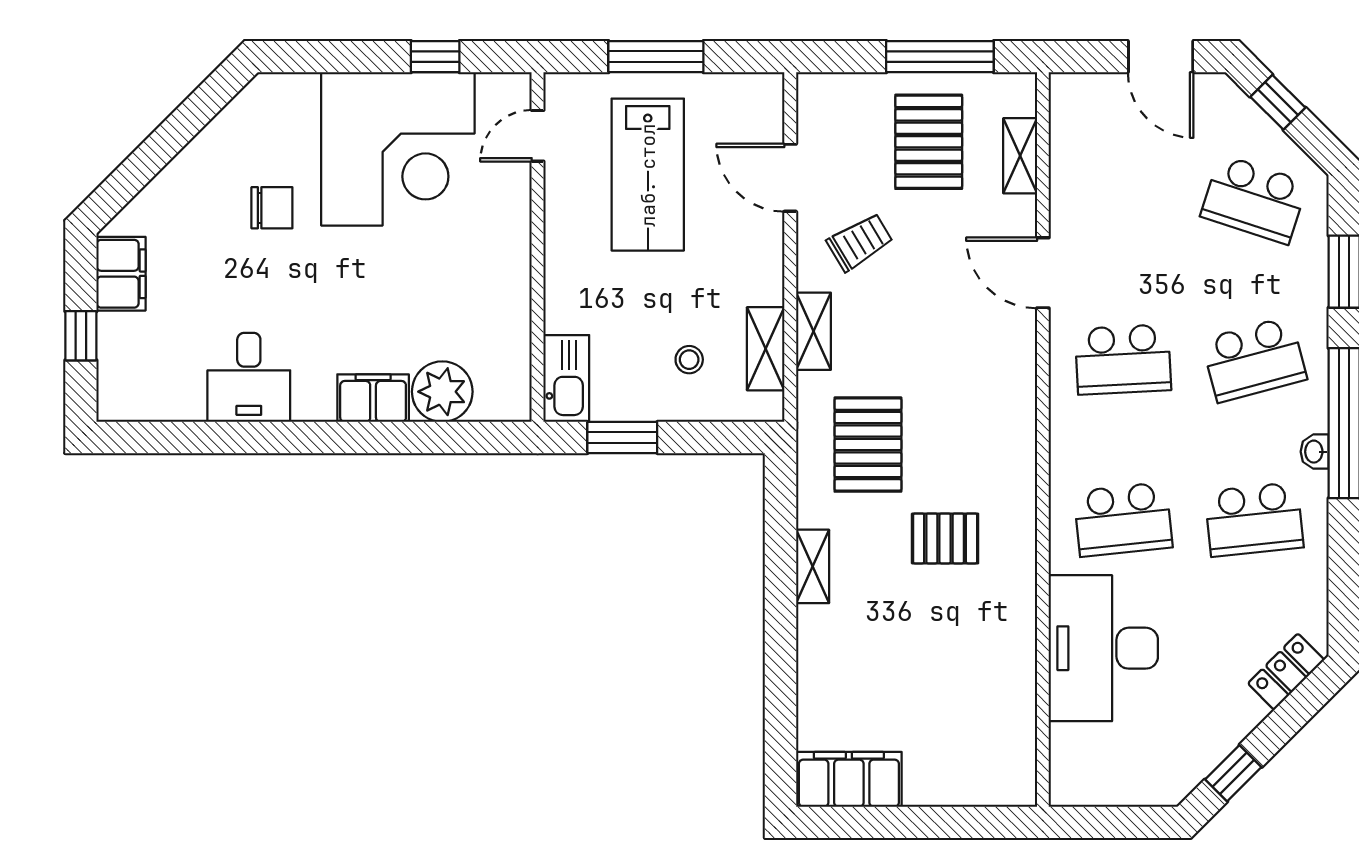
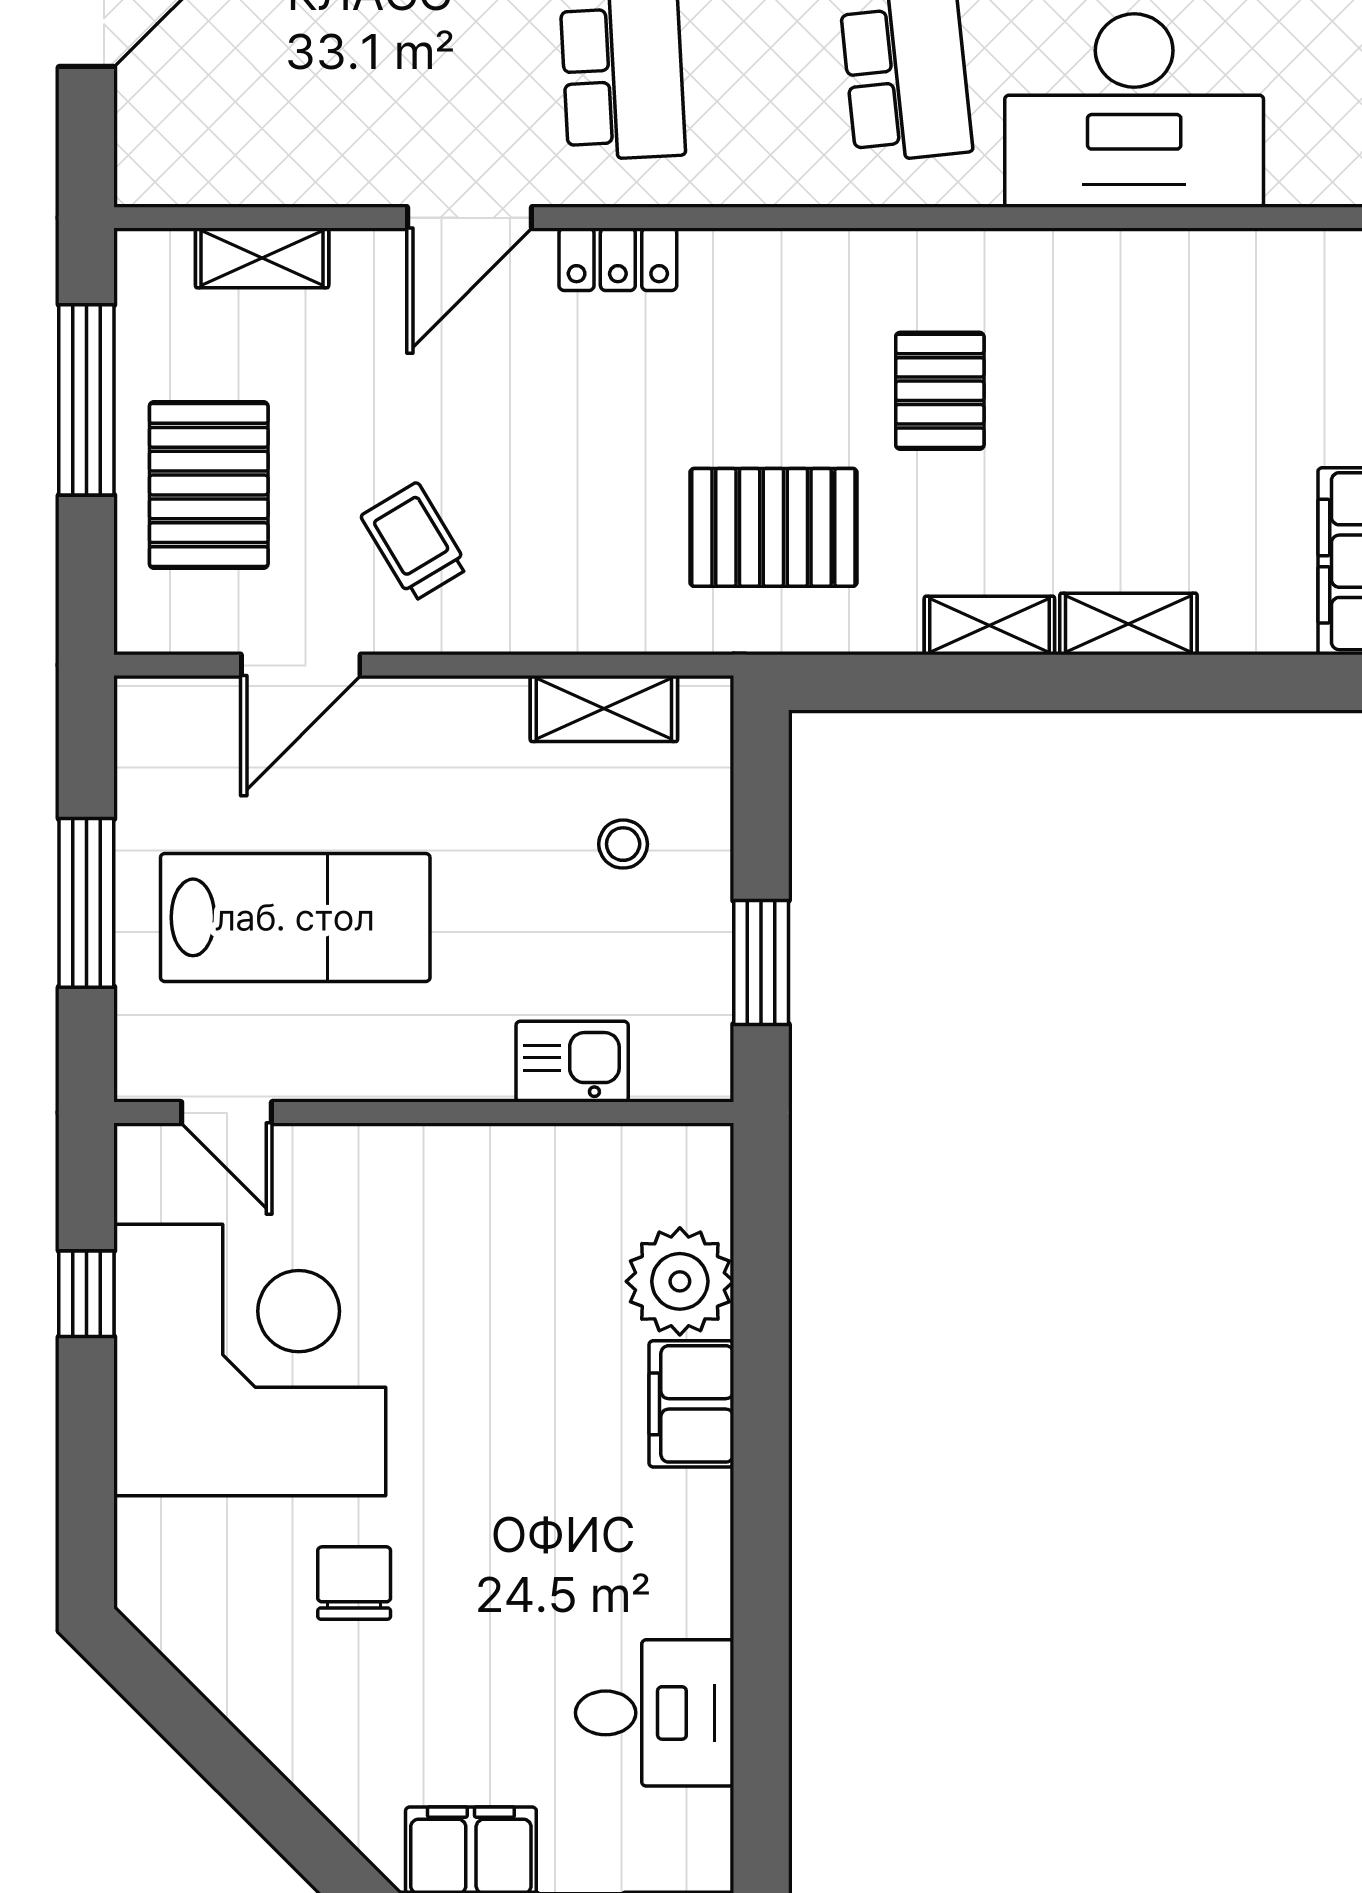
pallet: (929, 142) -> (209, 485), moved, turned 90
shelving: (813, 331) -> (1128, 624), moved
locker: (1019, 357) -> (618, 259), added
desk: (249, 377) -> (655, 1713), moved
kitchen sink: (566, 379) -> (572, 1062), moved, width x0.73

